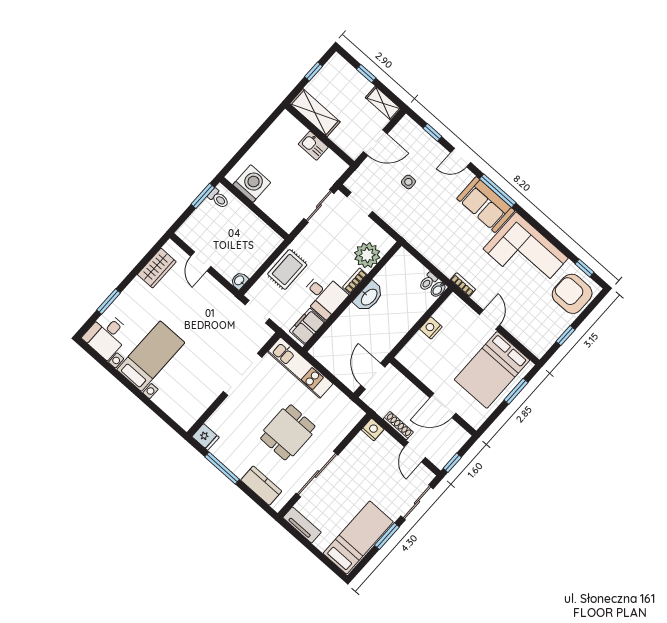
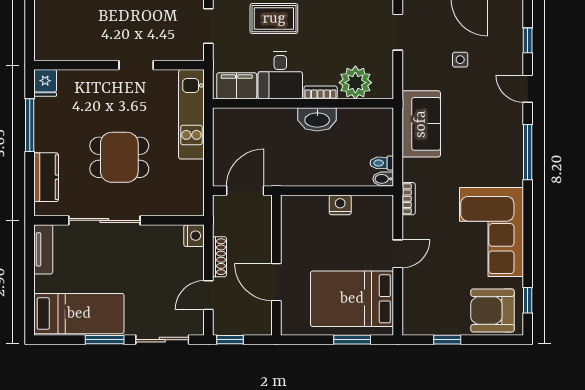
sofa: (486, 205) -> (421, 124), moved, turned 180
armchair: (572, 294) -> (492, 310), turned -90
doorway: (243, 374) -> (136, 65), width x0.53

